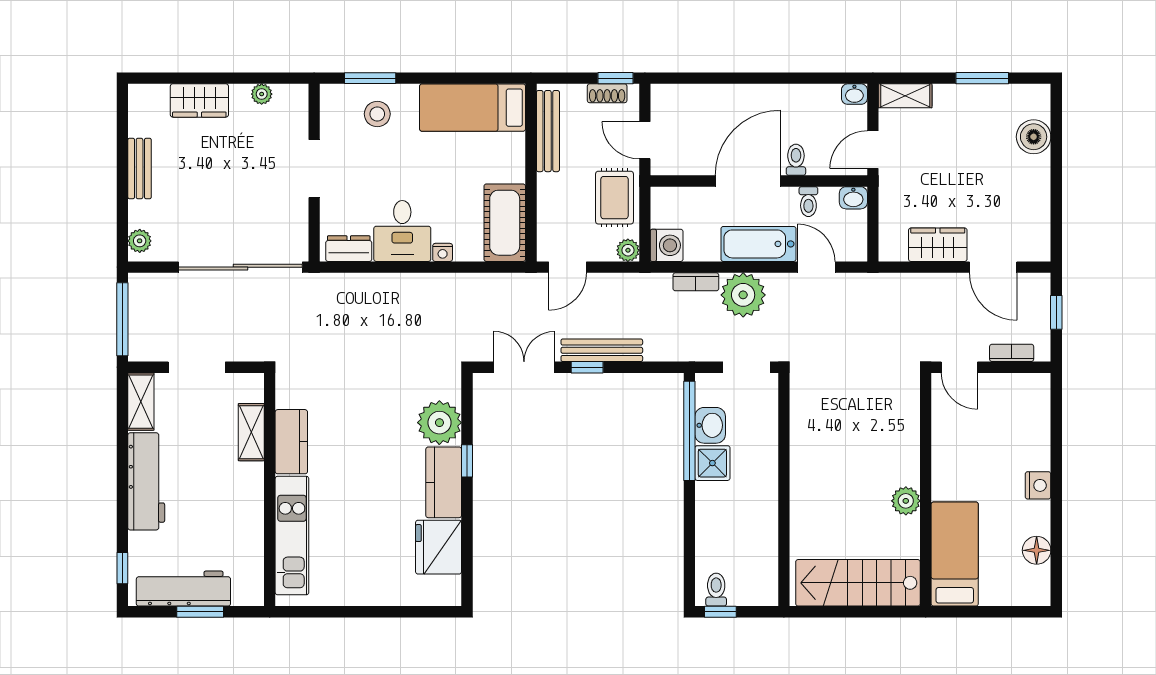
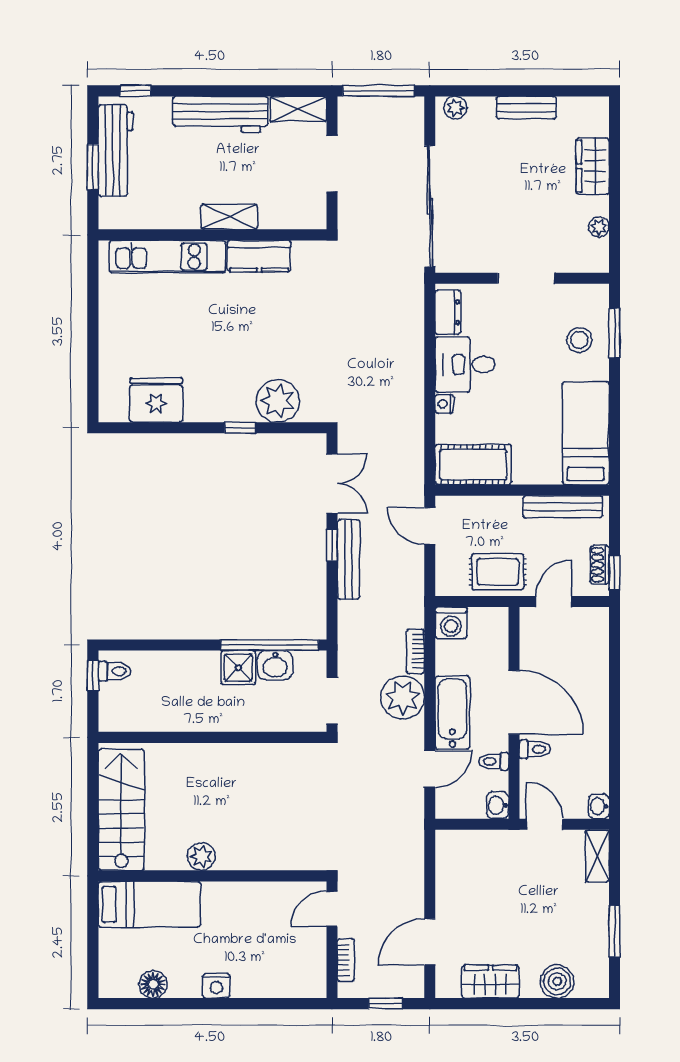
wardrobe: (938, 245) -> (490, 982), moved, turned -90
plant: (628, 250) -> (446, 585), removed
shelving: (251, 432) -> (229, 217), moved
kitchen counter: (444, 482) -> (219, 405), removed

